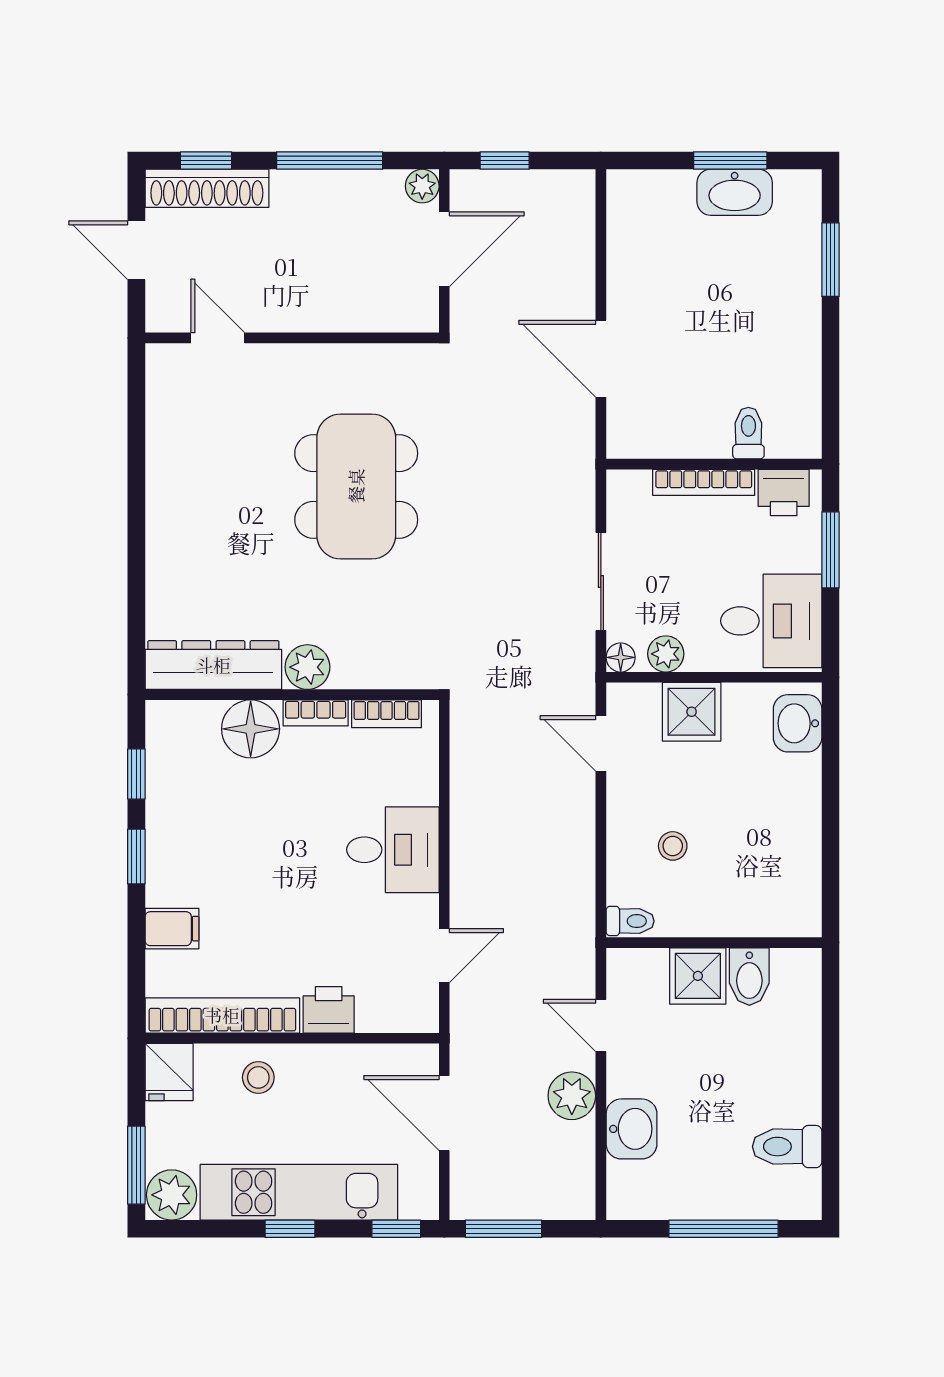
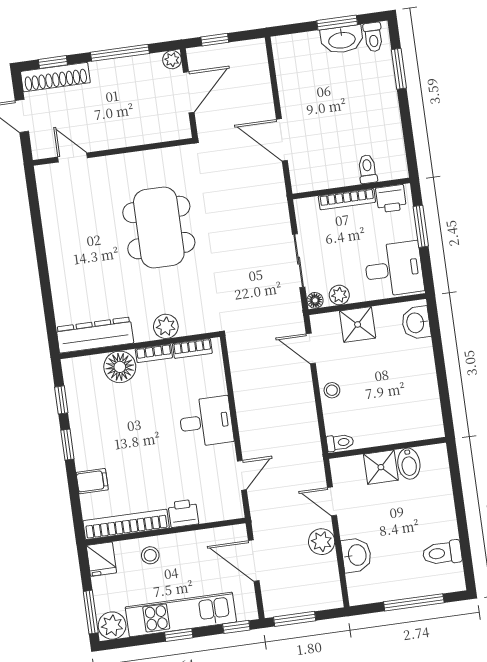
toilet: (792, 196) -> (373, 37), added
plant: (307, 667) -> (166, 326), moved
stool: (673, 846) -> (332, 390), moved

